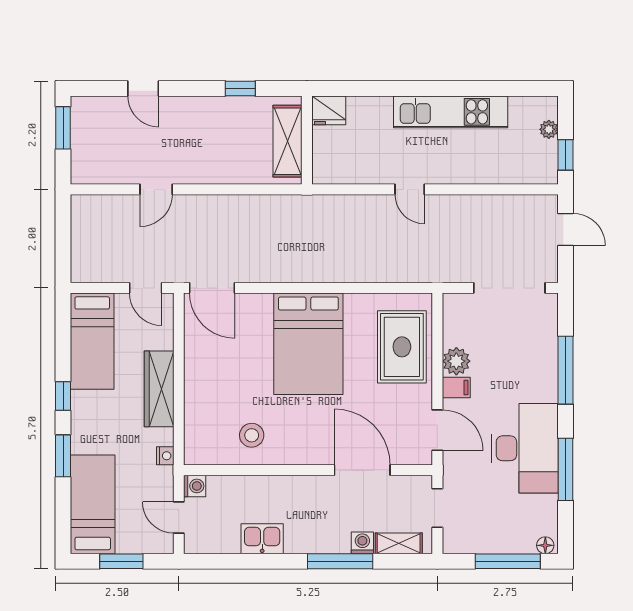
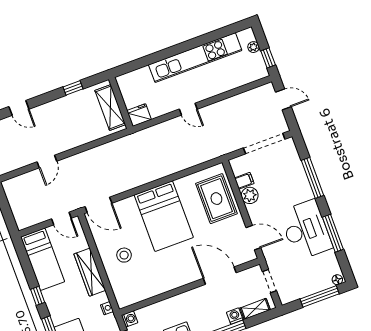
fridge: (329, 110) -> (139, 115), moved, turned 180
kitchen unit: (451, 112) -> (195, 58), width x1.36
filing cabinet: (456, 388) -> (244, 181), moved
stool: (252, 435) -> (124, 255), moved

